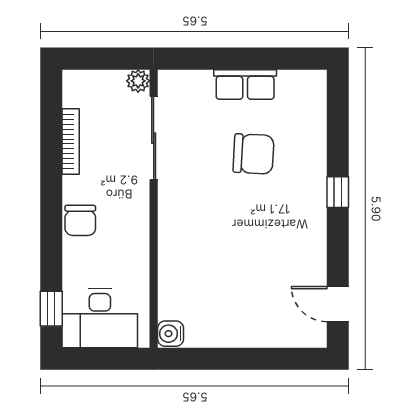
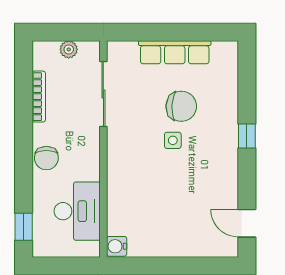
plant: (138, 81) -> (69, 49), moved
row of seats: (245, 84) -> (175, 52), width x1.48
side table: (243, 198) -> (173, 140), added
desk: (100, 318) -> (77, 211), moved, turned -90

